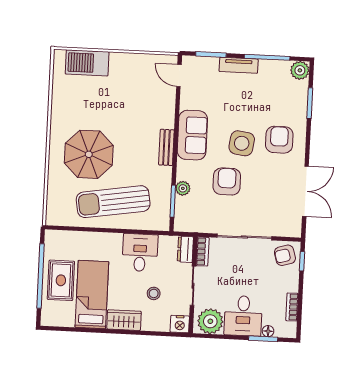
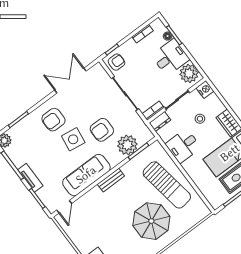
sofa: (192, 135) -> (86, 175), width x1.36
plant: (183, 188) -> (127, 145), width x1.88, depth x1.88
armchair: (285, 255) -> (116, 62), turned -74

